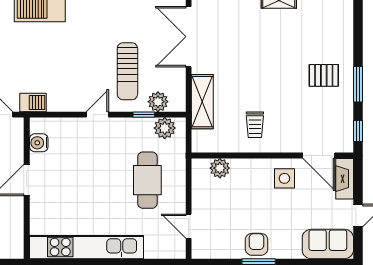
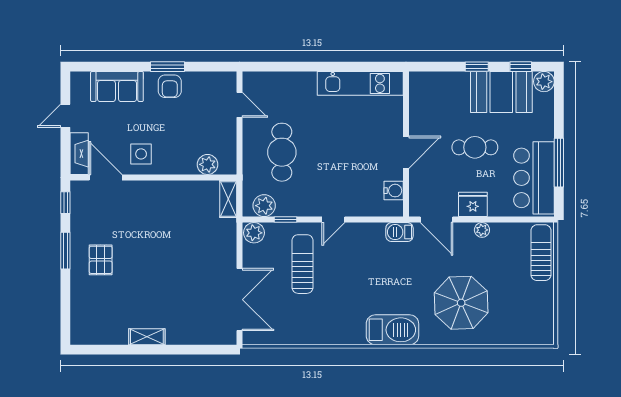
pallet: (324, 75) -> (101, 260), turned 90
plant: (158, 102) -> (254, 233), moved
shelving: (202, 102) -> (228, 199), moved, width x0.67, depth x0.75
trolley: (255, 125) -> (171, 209), removed
sofa: (328, 244) -> (117, 87), moved
kitchen unit: (86, 247) -> (360, 83), width x0.73

